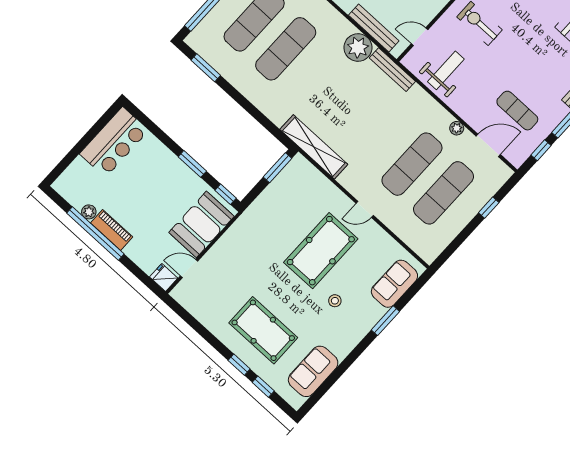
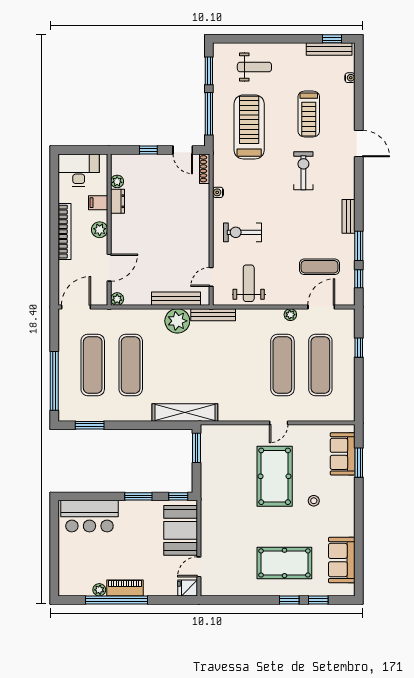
bar counter: (114, 142) -> (89, 516), moved, turned 90
shelving: (314, 147) -> (185, 412), moved
window: (385, 321) -> (359, 463), moved

